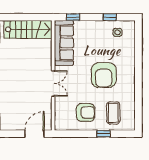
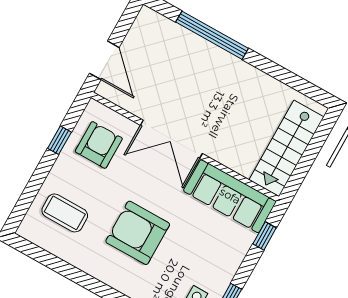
double door: (53, 83) -> (171, 139), width x1.37
armchair: (86, 112) -> (99, 145), moved, turned 180
window: (103, 134) -> (59, 140), moved

